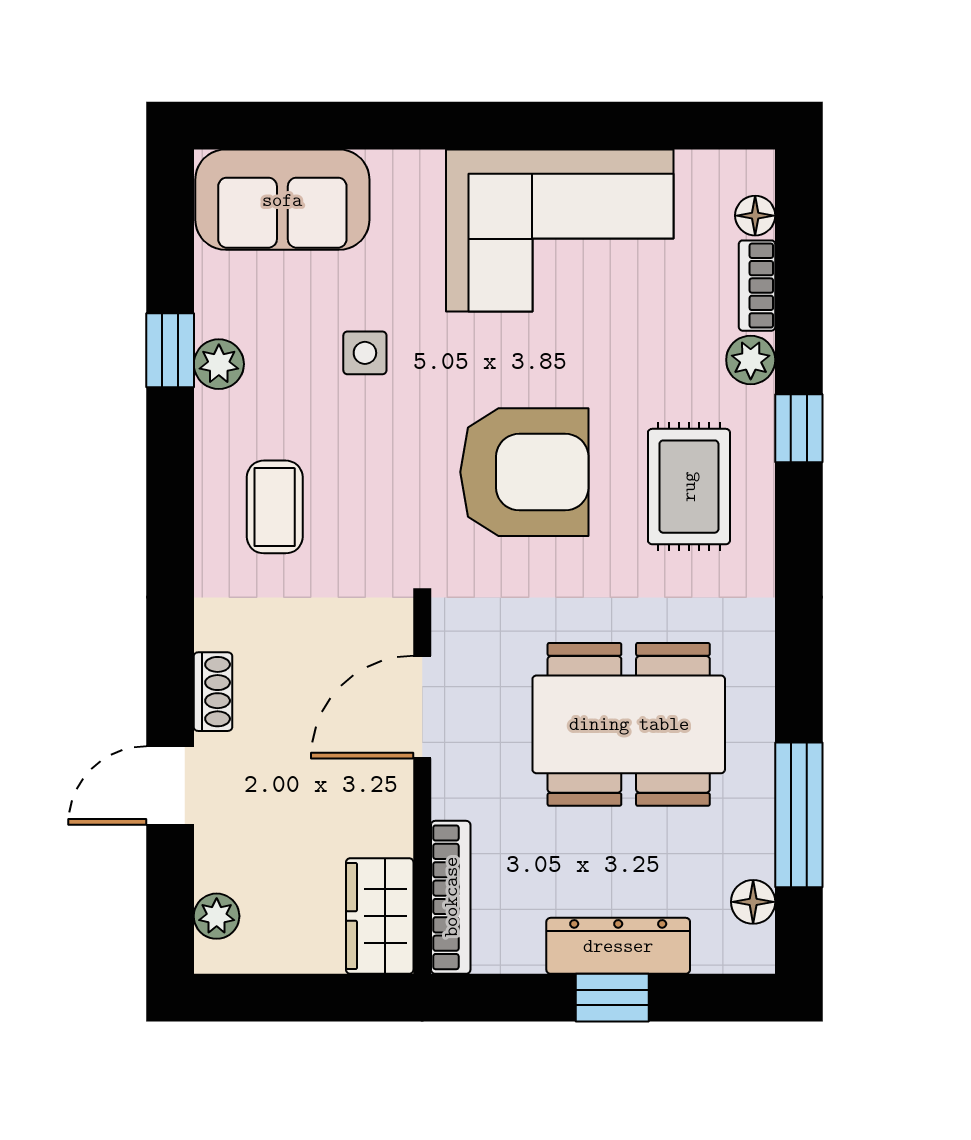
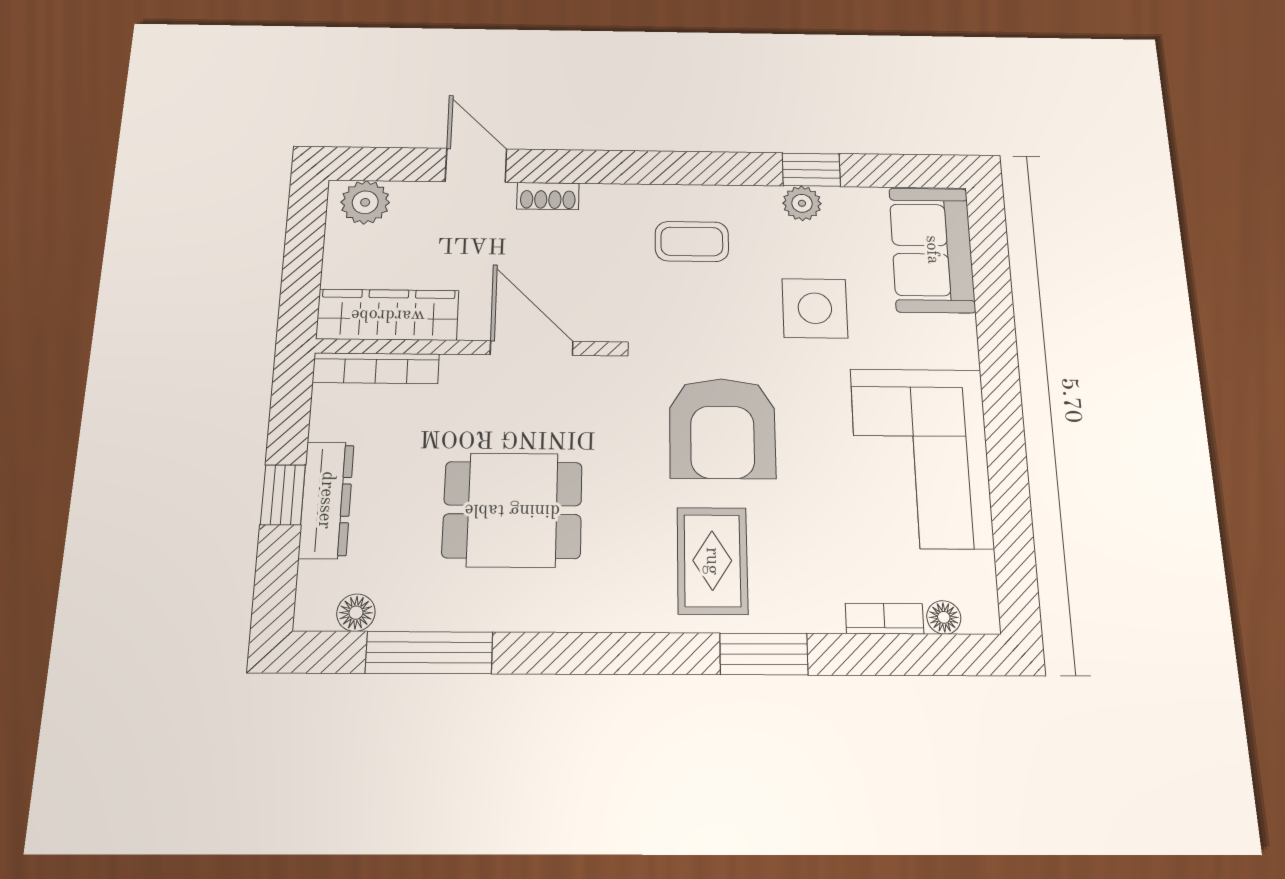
side table: (365, 353) -> (815, 308), width x1.87, depth x1.87
plant: (751, 360) -> (821, 613), removed
window: (799, 428) -> (764, 654), width x1.50
rug: (689, 487) -> (712, 561), turned 90
dining table: (629, 724) -> (512, 510), width x0.73
plant: (217, 916) -> (365, 202), width x1.38, depth x1.38
wardrobe: (380, 916) -> (388, 315), width x1.50

